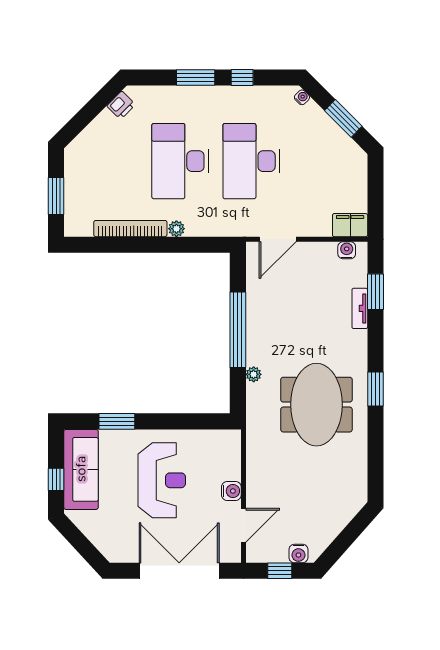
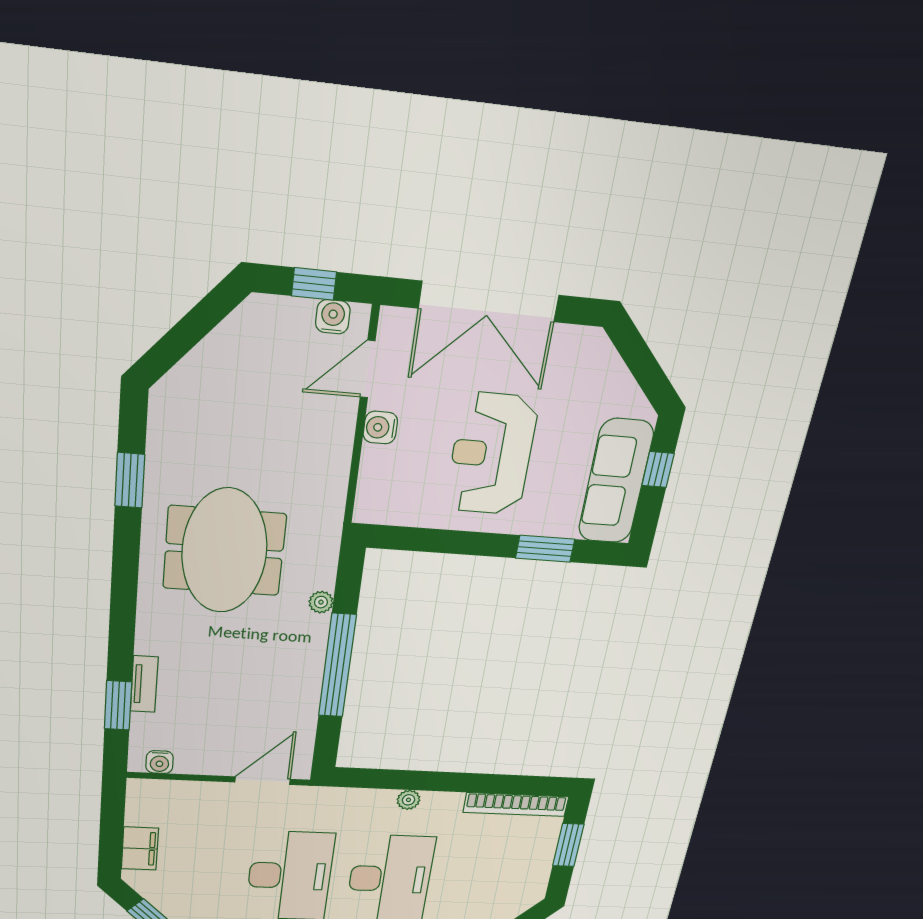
filing cabinet: (350, 225) -> (140, 848), moved, turned -90
bookcase: (130, 229) -> (516, 805), moved
window: (375, 389) -> (130, 480), moved
water cooler: (298, 554) -> (333, 317), moved

